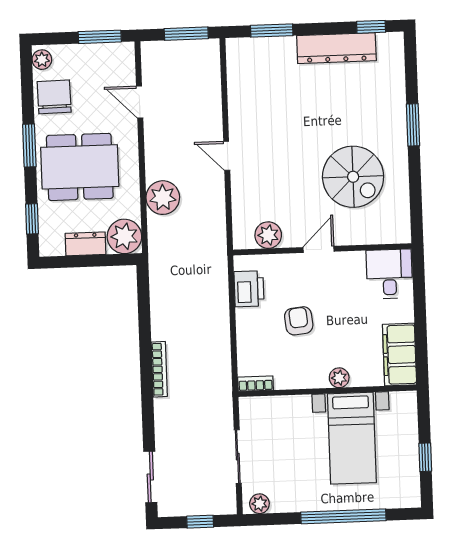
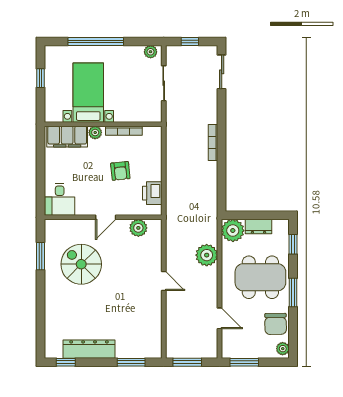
window: (413, 125) -> (41, 256), moved
filing cabinet: (400, 355) -> (67, 137), moved, turned 90
bookcase: (256, 384) -> (124, 131), moved, width x1.56

